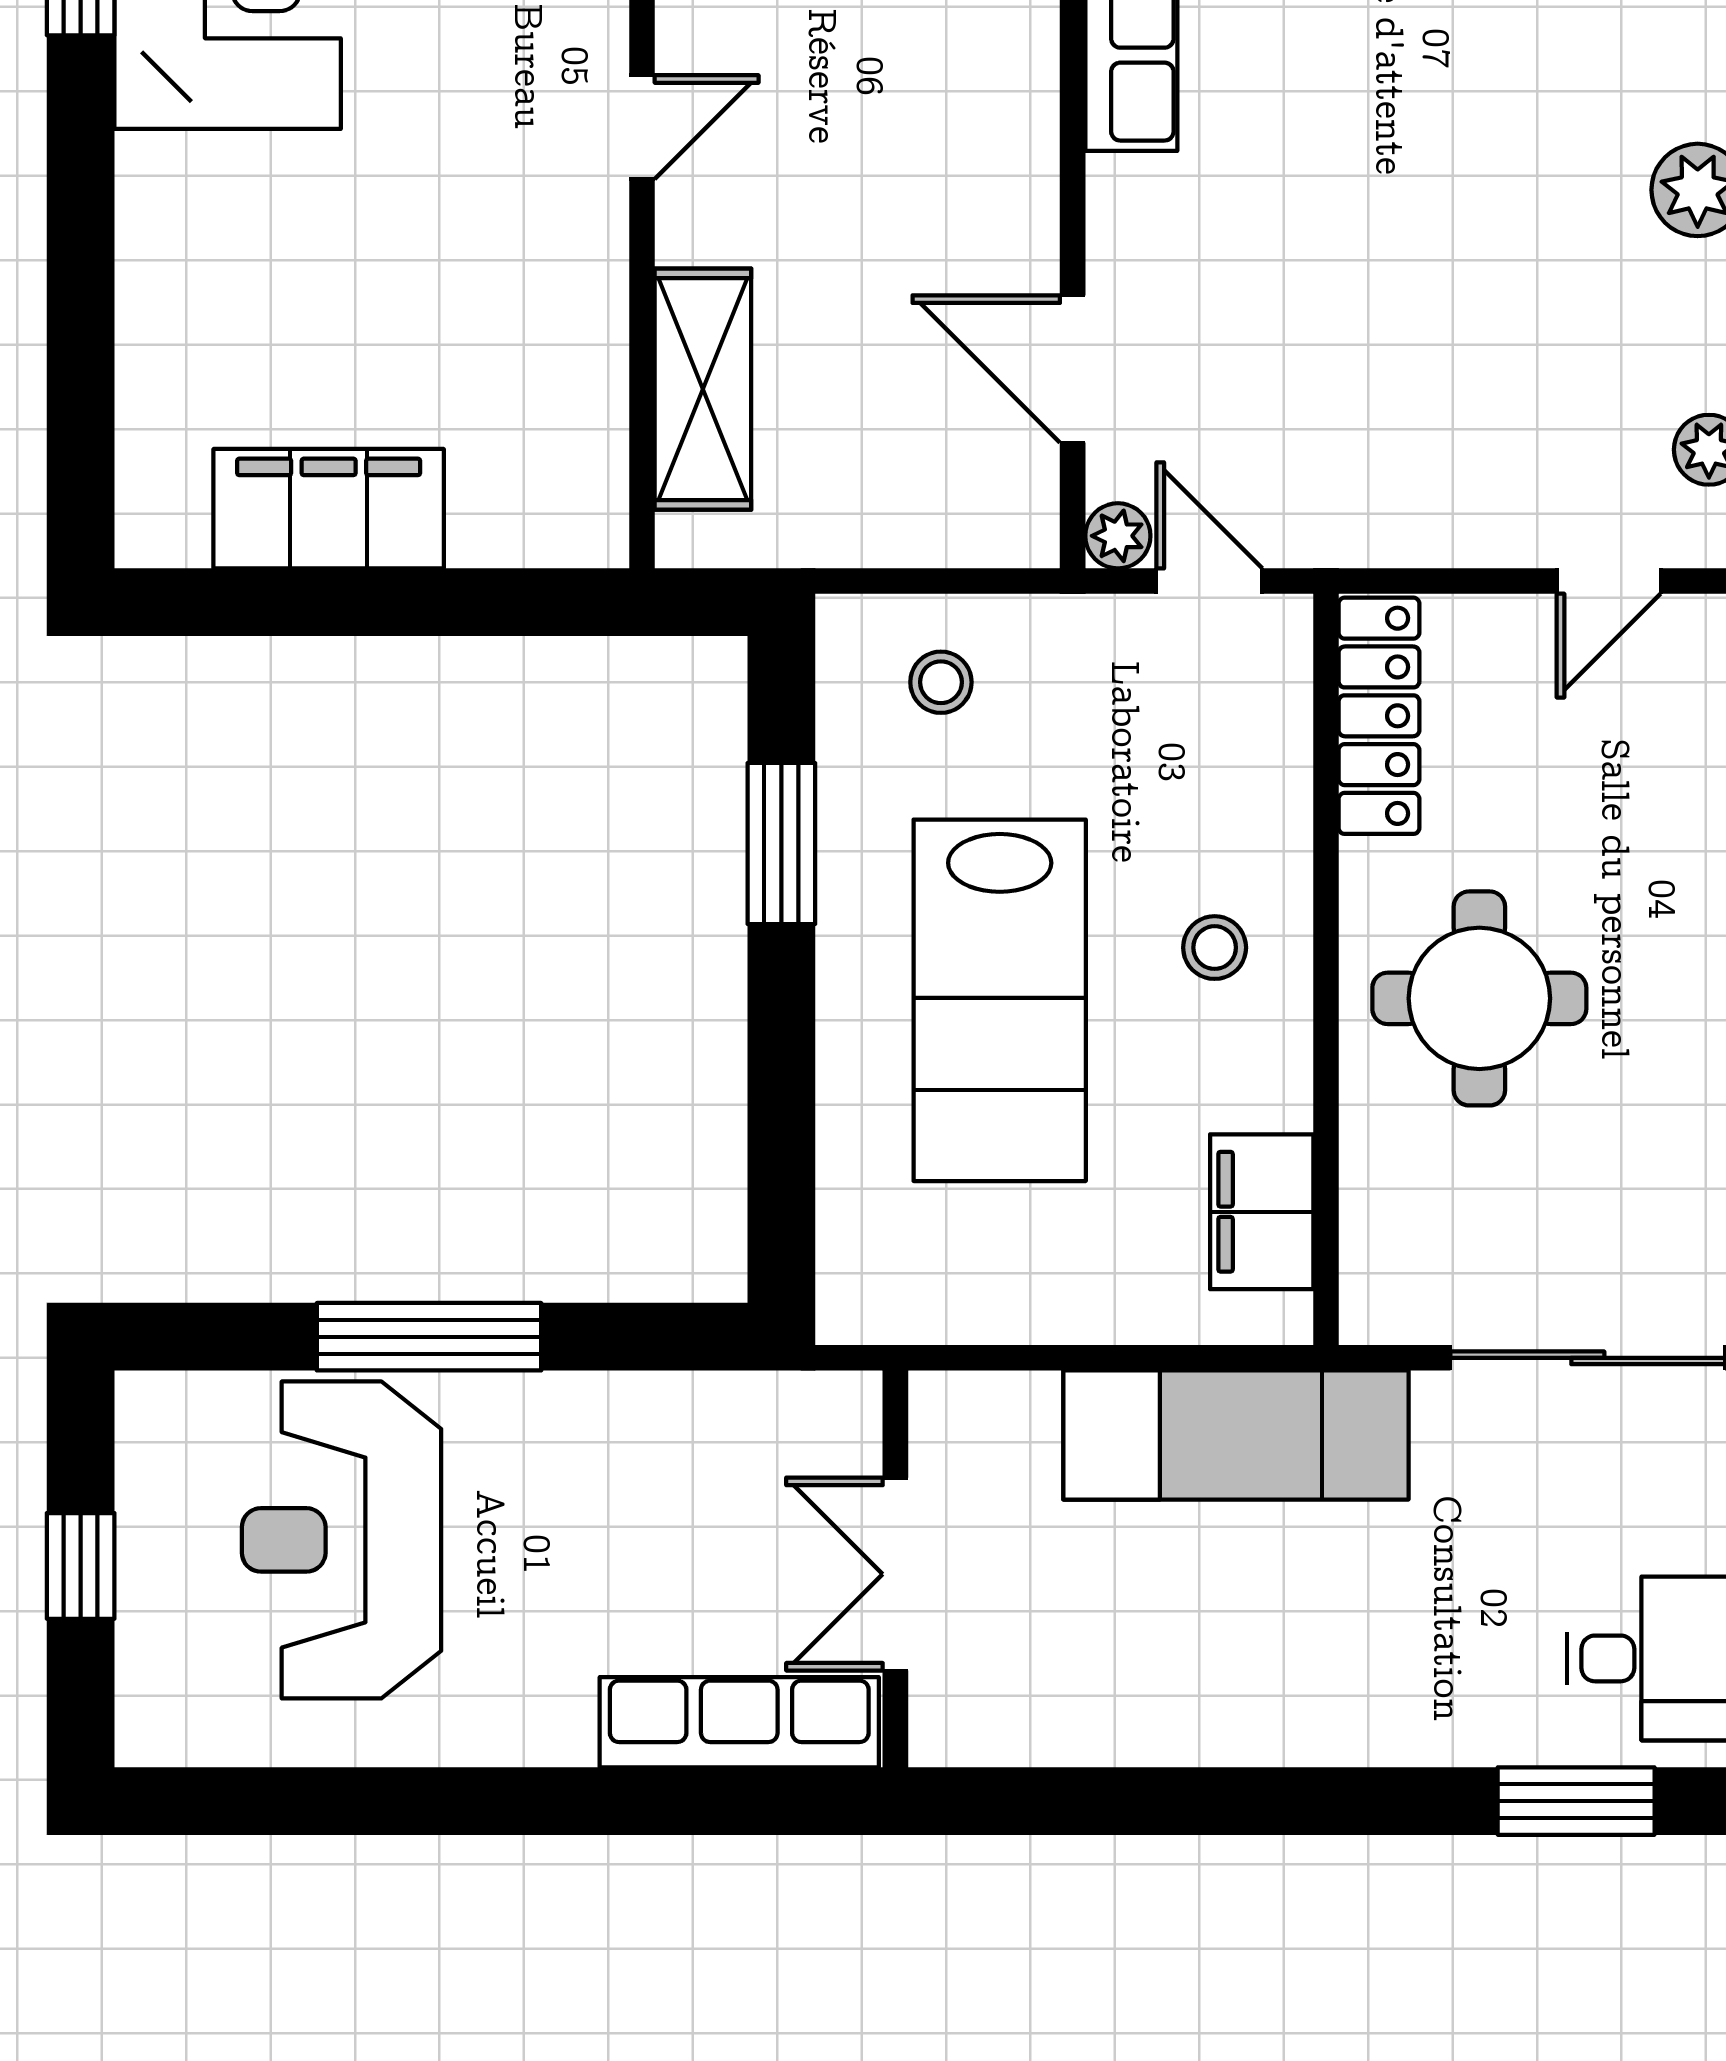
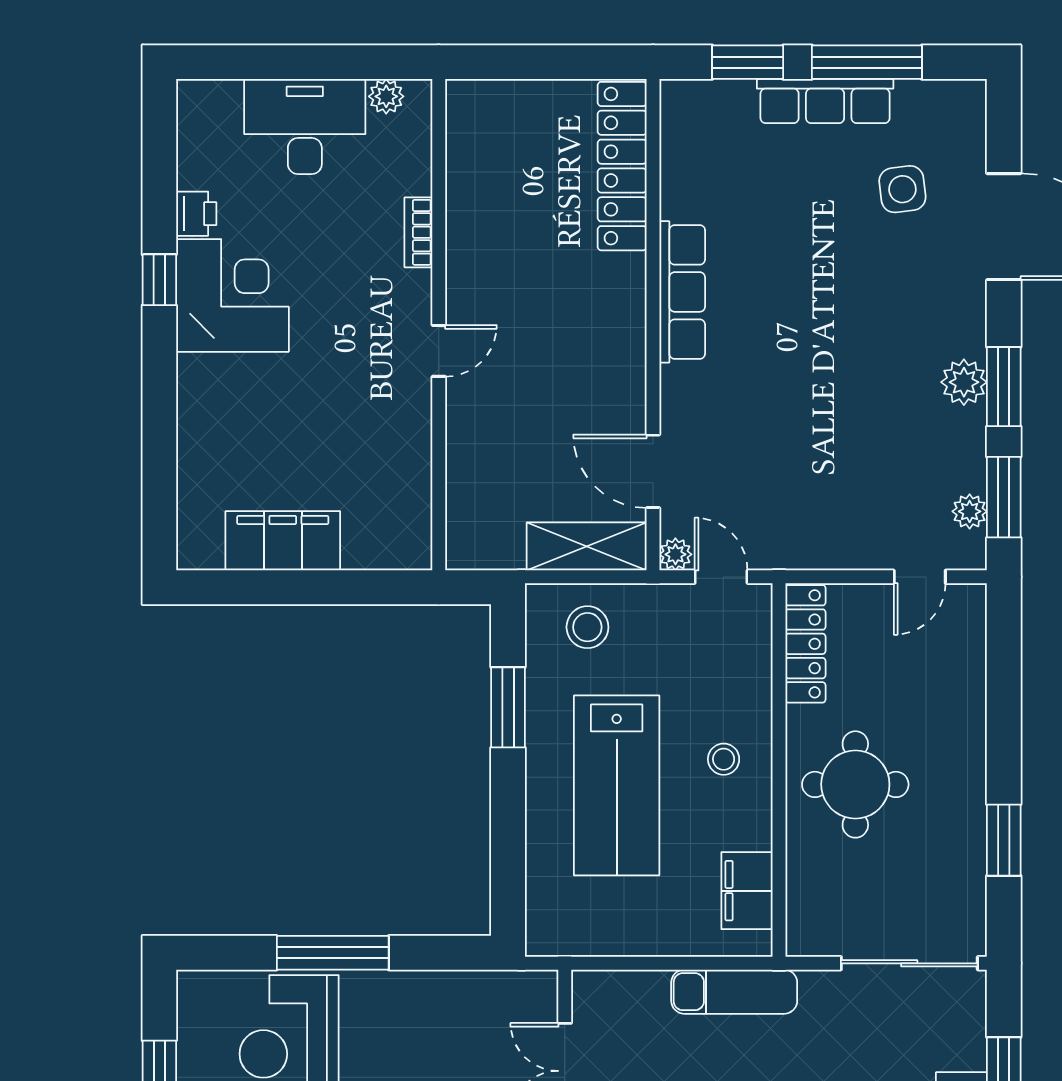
shelving: (703, 389) -> (587, 546), moved, turned 90
stool: (941, 682) -> (587, 627), width x1.37, depth x1.37
exam couch: (1236, 1435) -> (734, 992), width x0.73, depth x0.69

